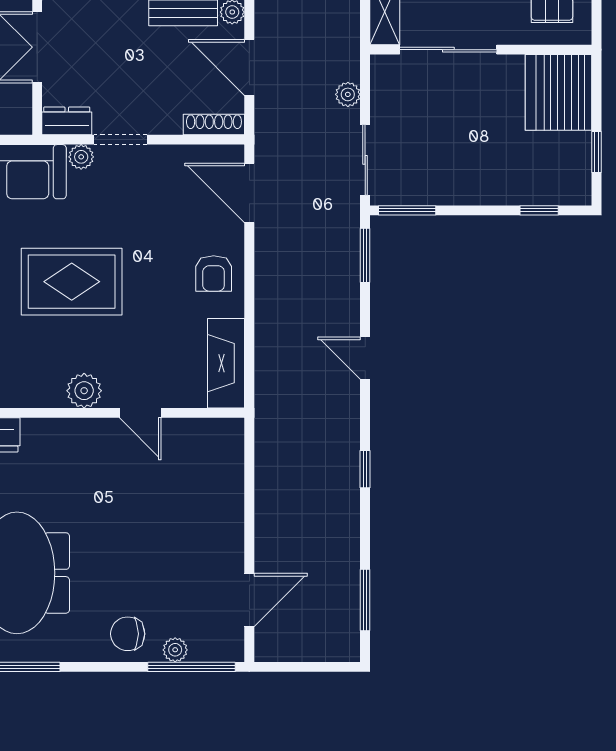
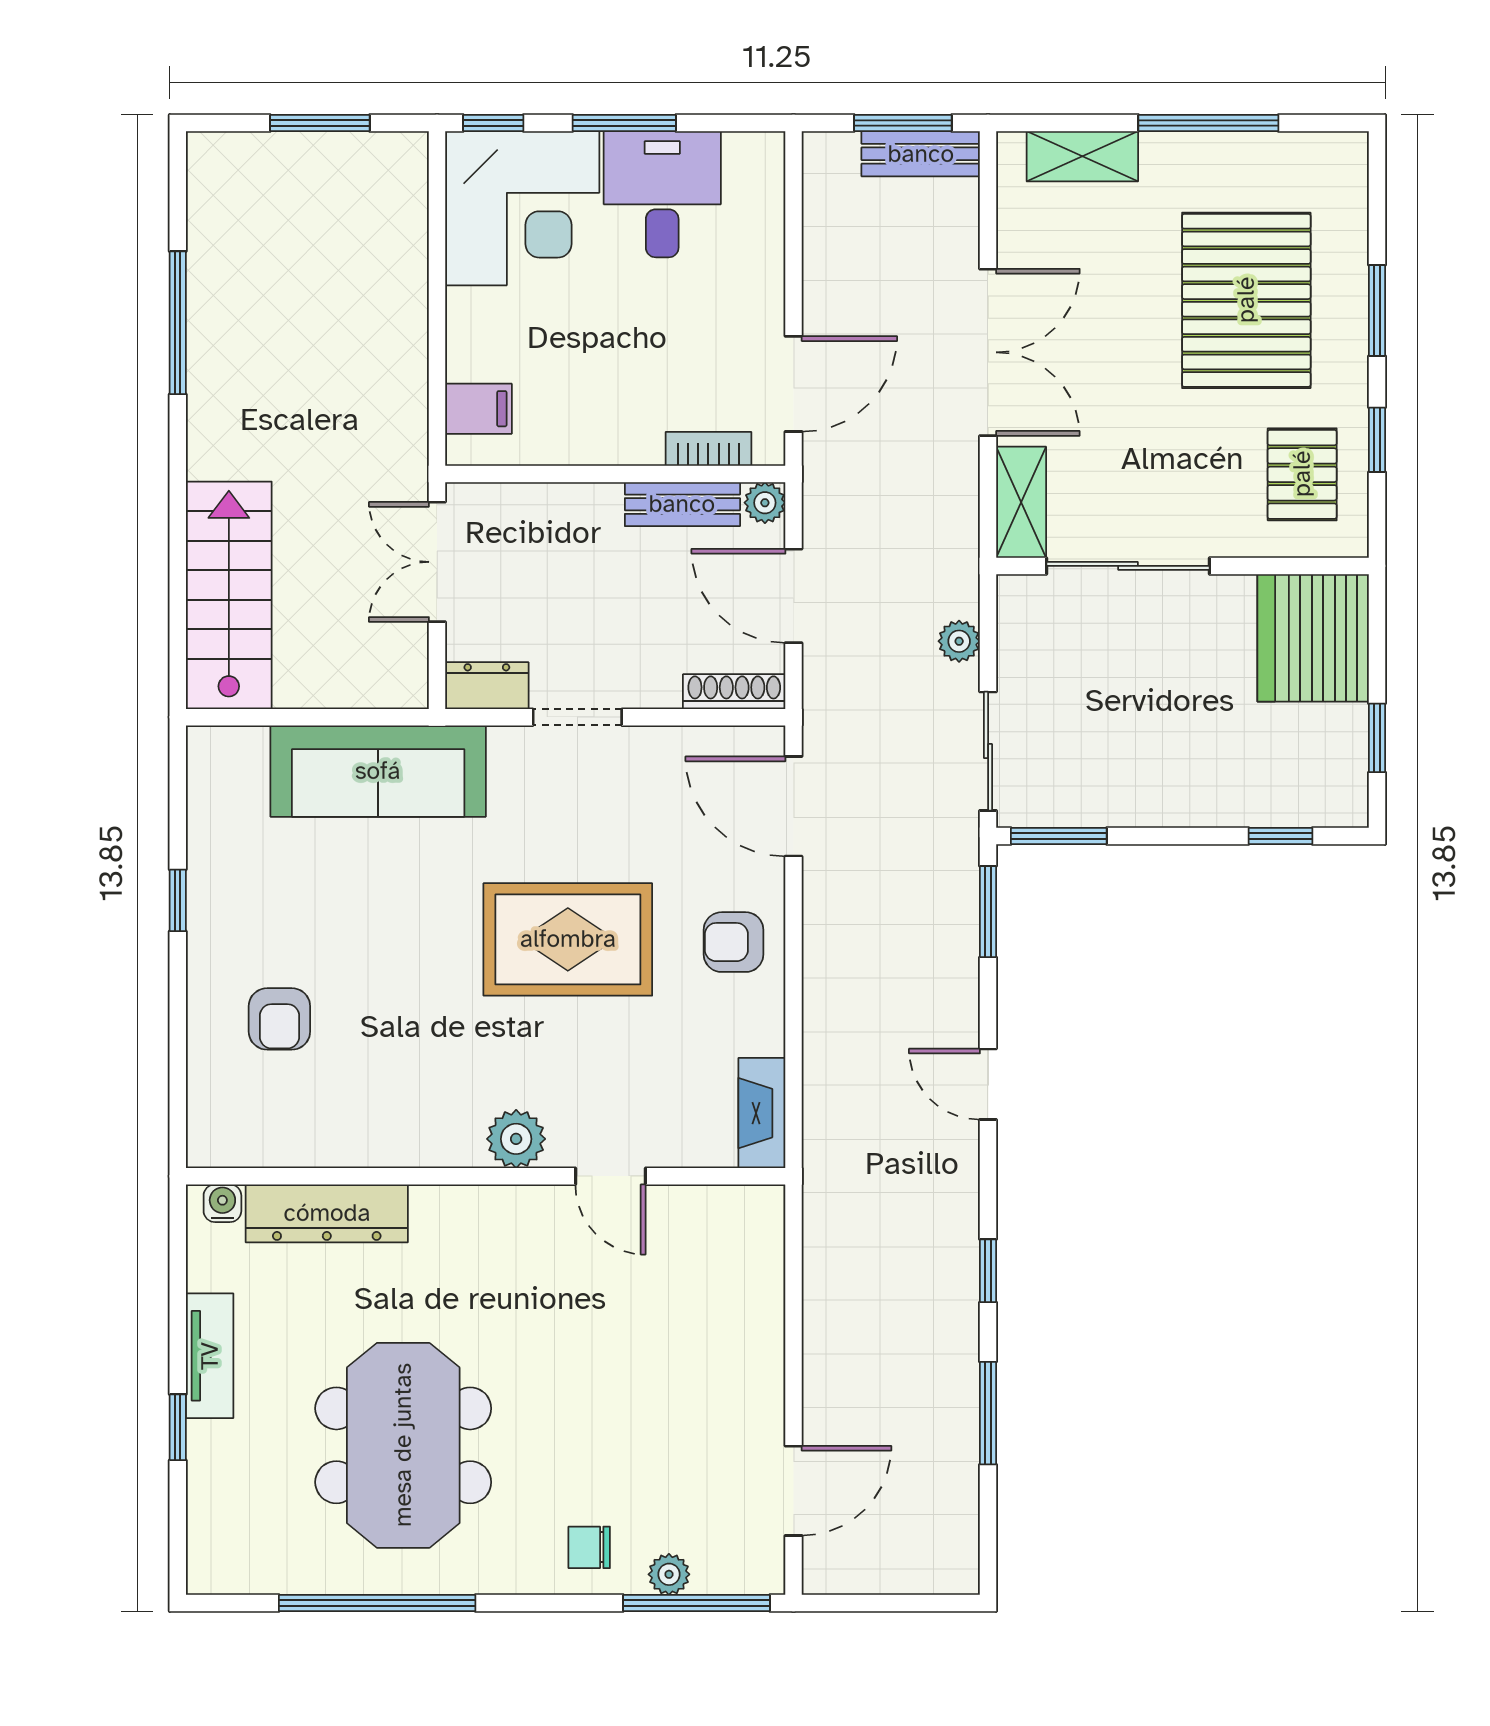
plant: (81, 157) -> (511, 746), removed
armchair: (214, 273) -> (734, 942), turned 90
rug: (72, 282) -> (568, 939), moved
fireplace: (226, 363) -> (762, 1113), width x0.73, depth x0.76
window: (365, 600) -> (988, 1413), moved
chair: (128, 634) -> (589, 1547), width x0.73, depth x0.73

